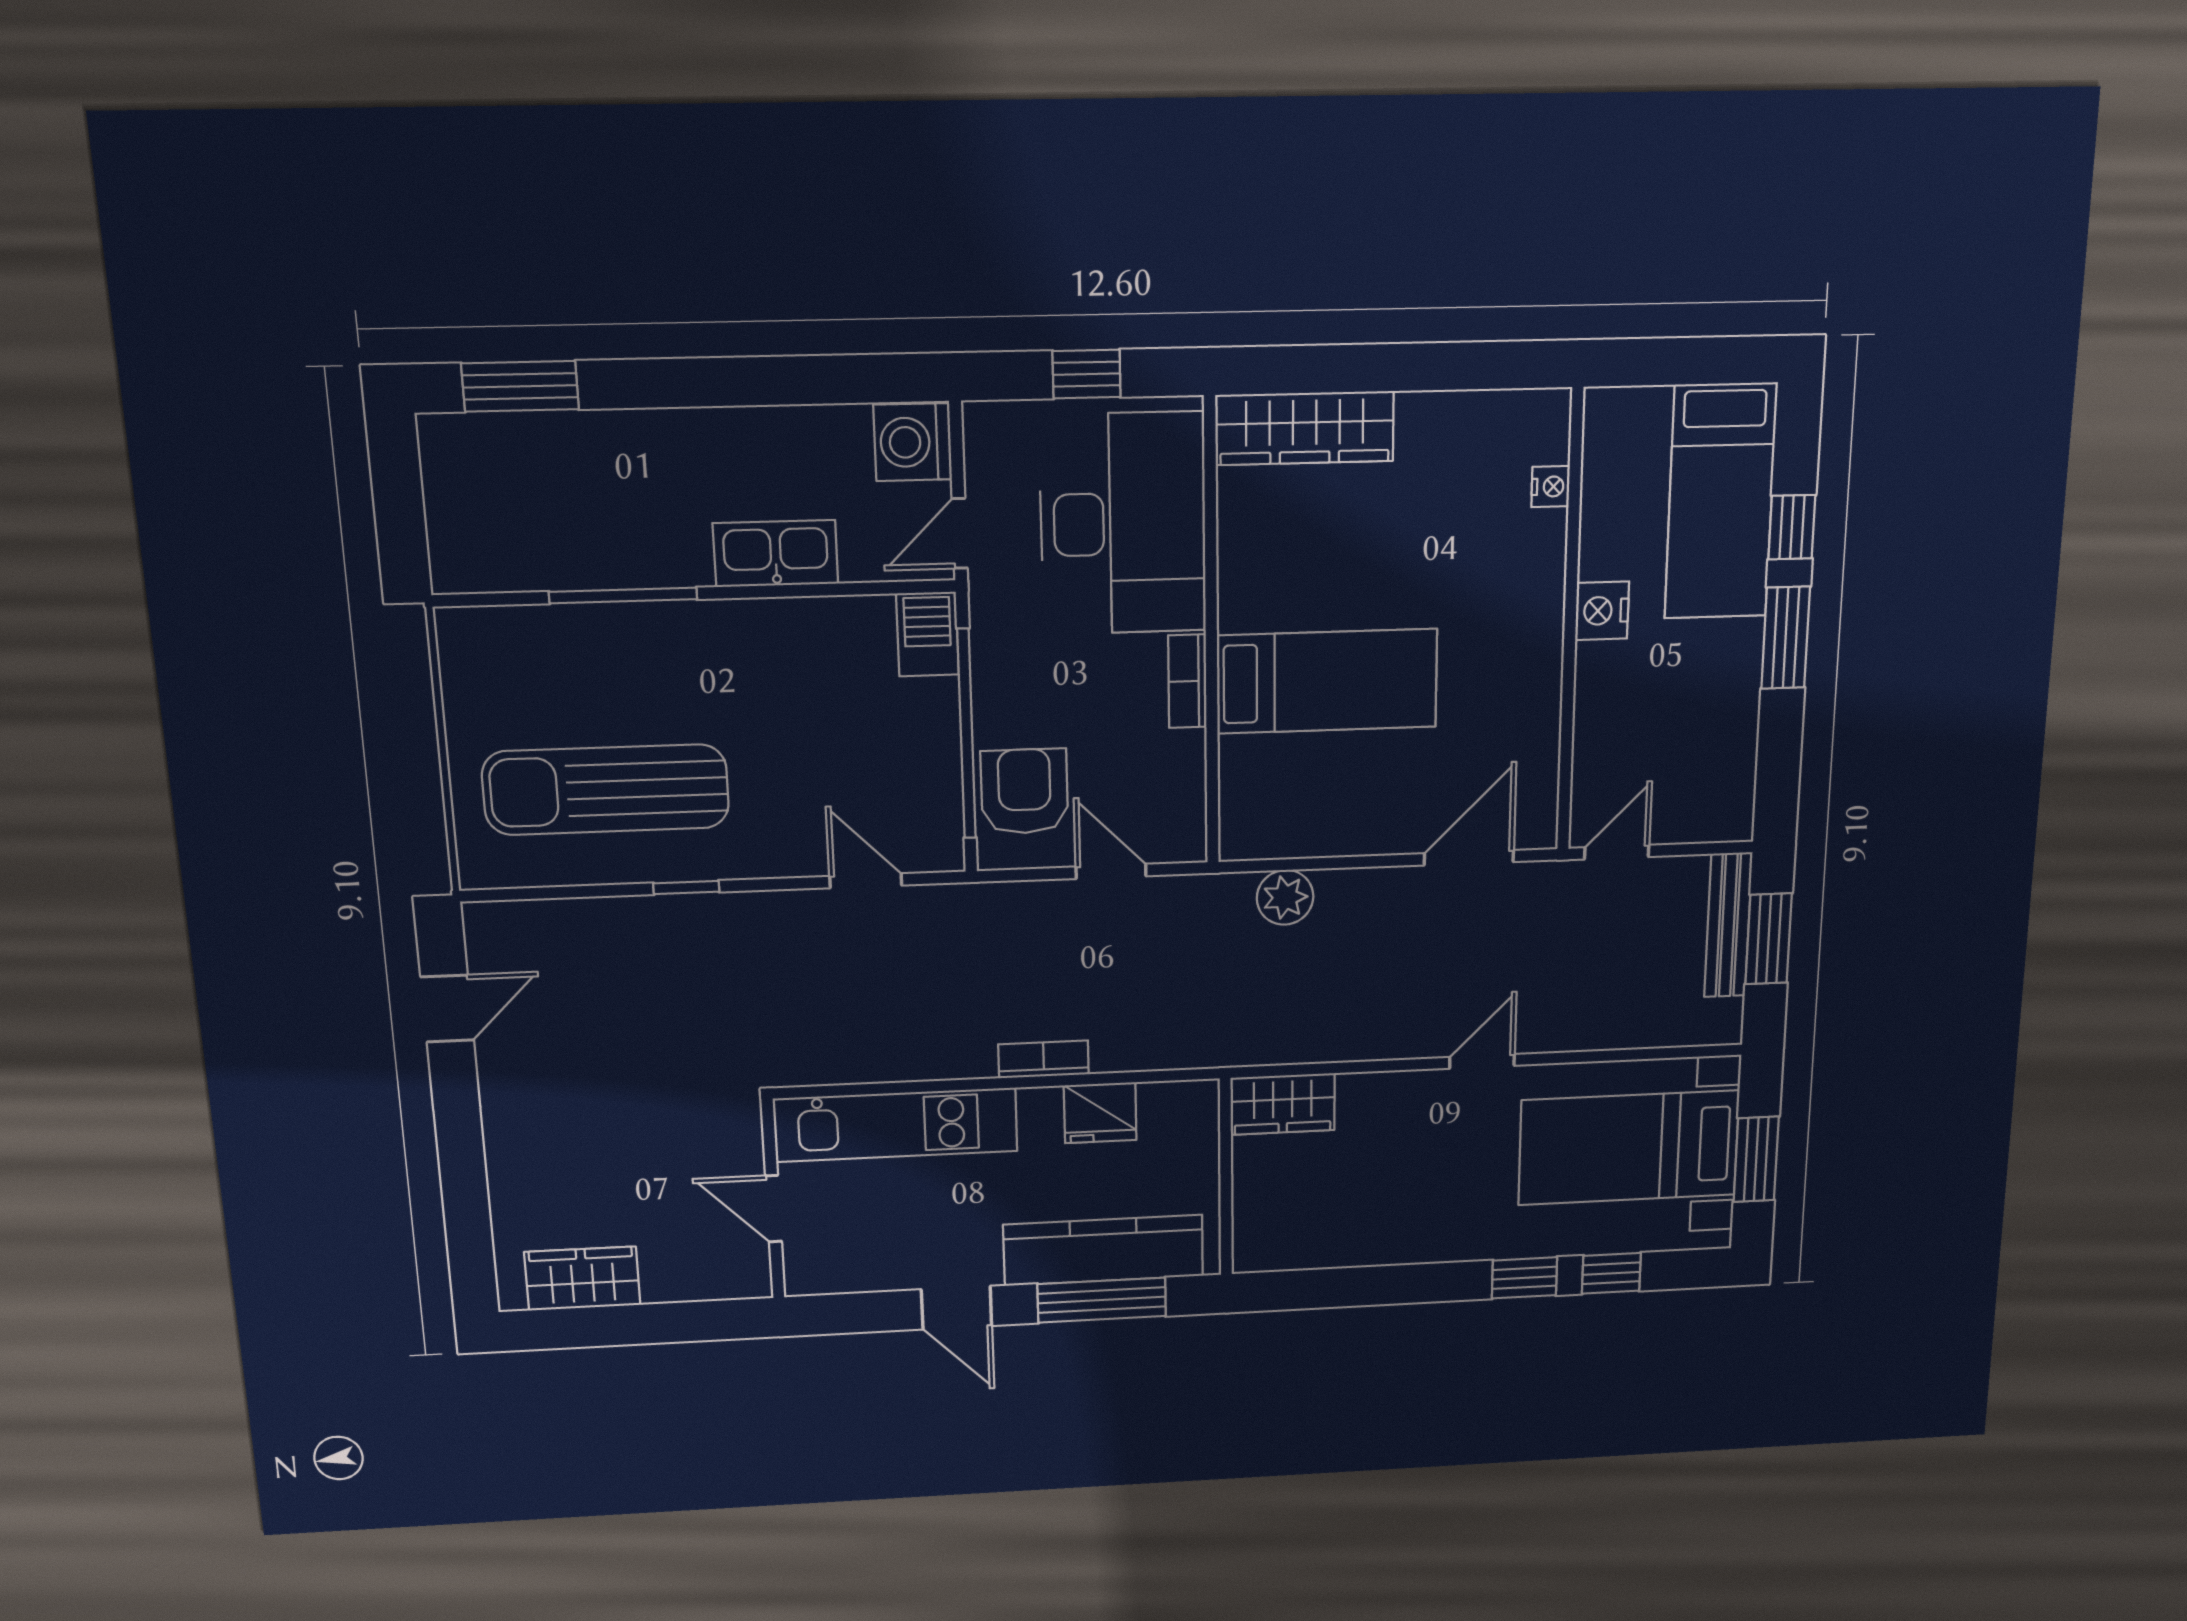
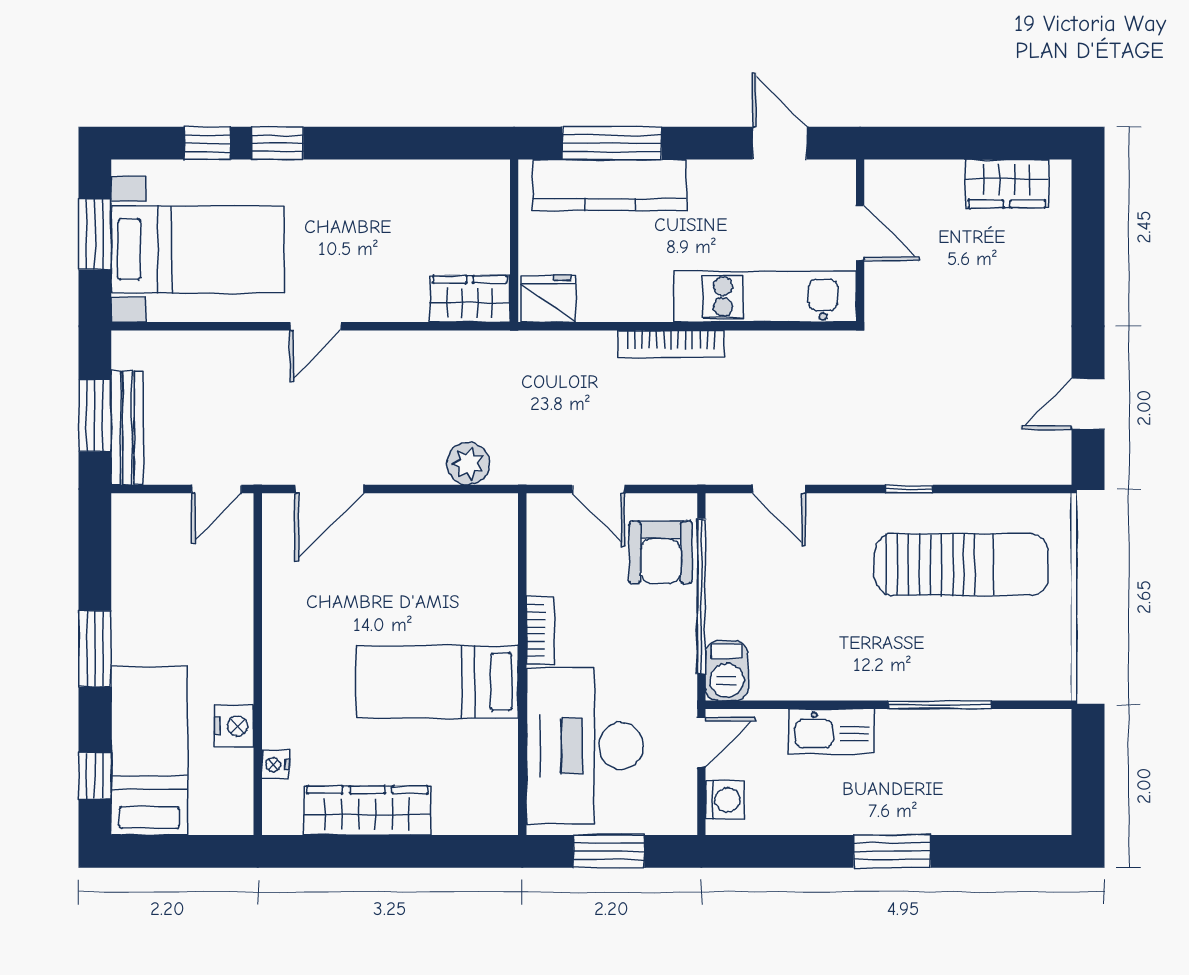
window: (1087, 374) -> (609, 851), width x1.50
window: (520, 386) -> (892, 851), moved
wardrobe: (1305, 428) -> (367, 810), moved
washing machine: (913, 442) -> (725, 800), width x0.73, depth x0.73
window: (1792, 527) -> (95, 776), moved
nightstand: (1602, 611) -> (234, 726), moved
bed: (1327, 681) -> (437, 682), moved
bookcase: (1044, 1059) -> (671, 344), width x1.56
fridge: (1100, 1113) -> (548, 299), moved
door: (957, 1308) -> (780, 143), moved

